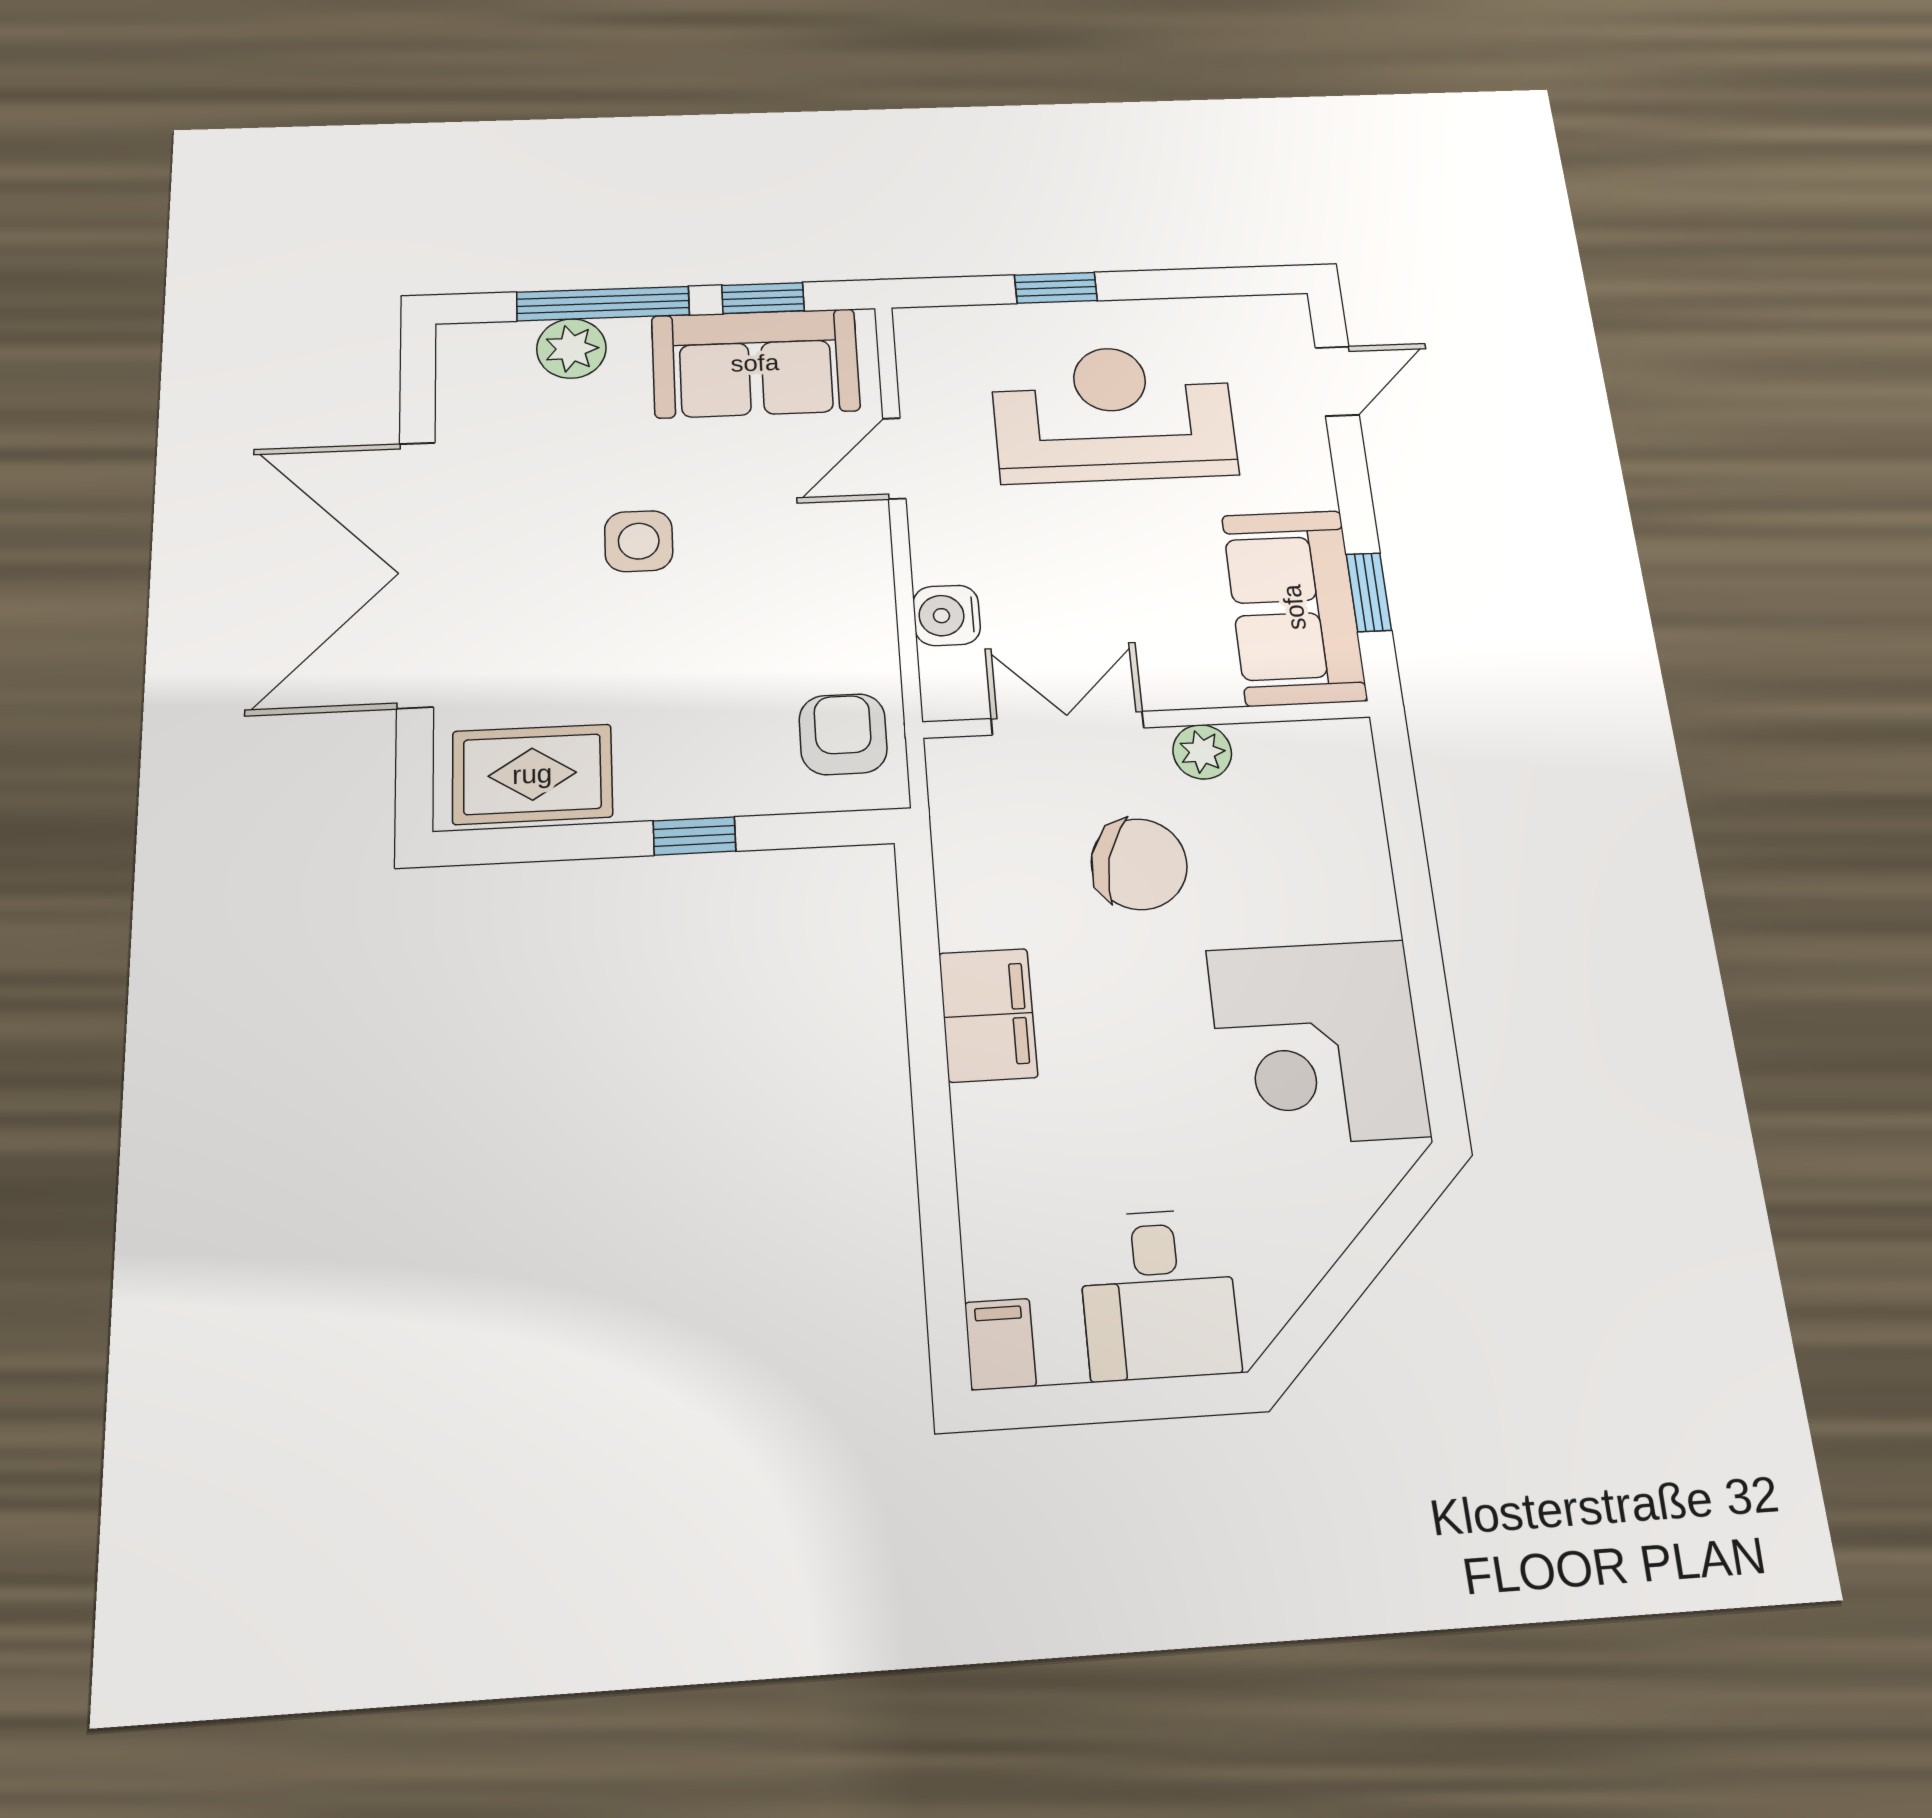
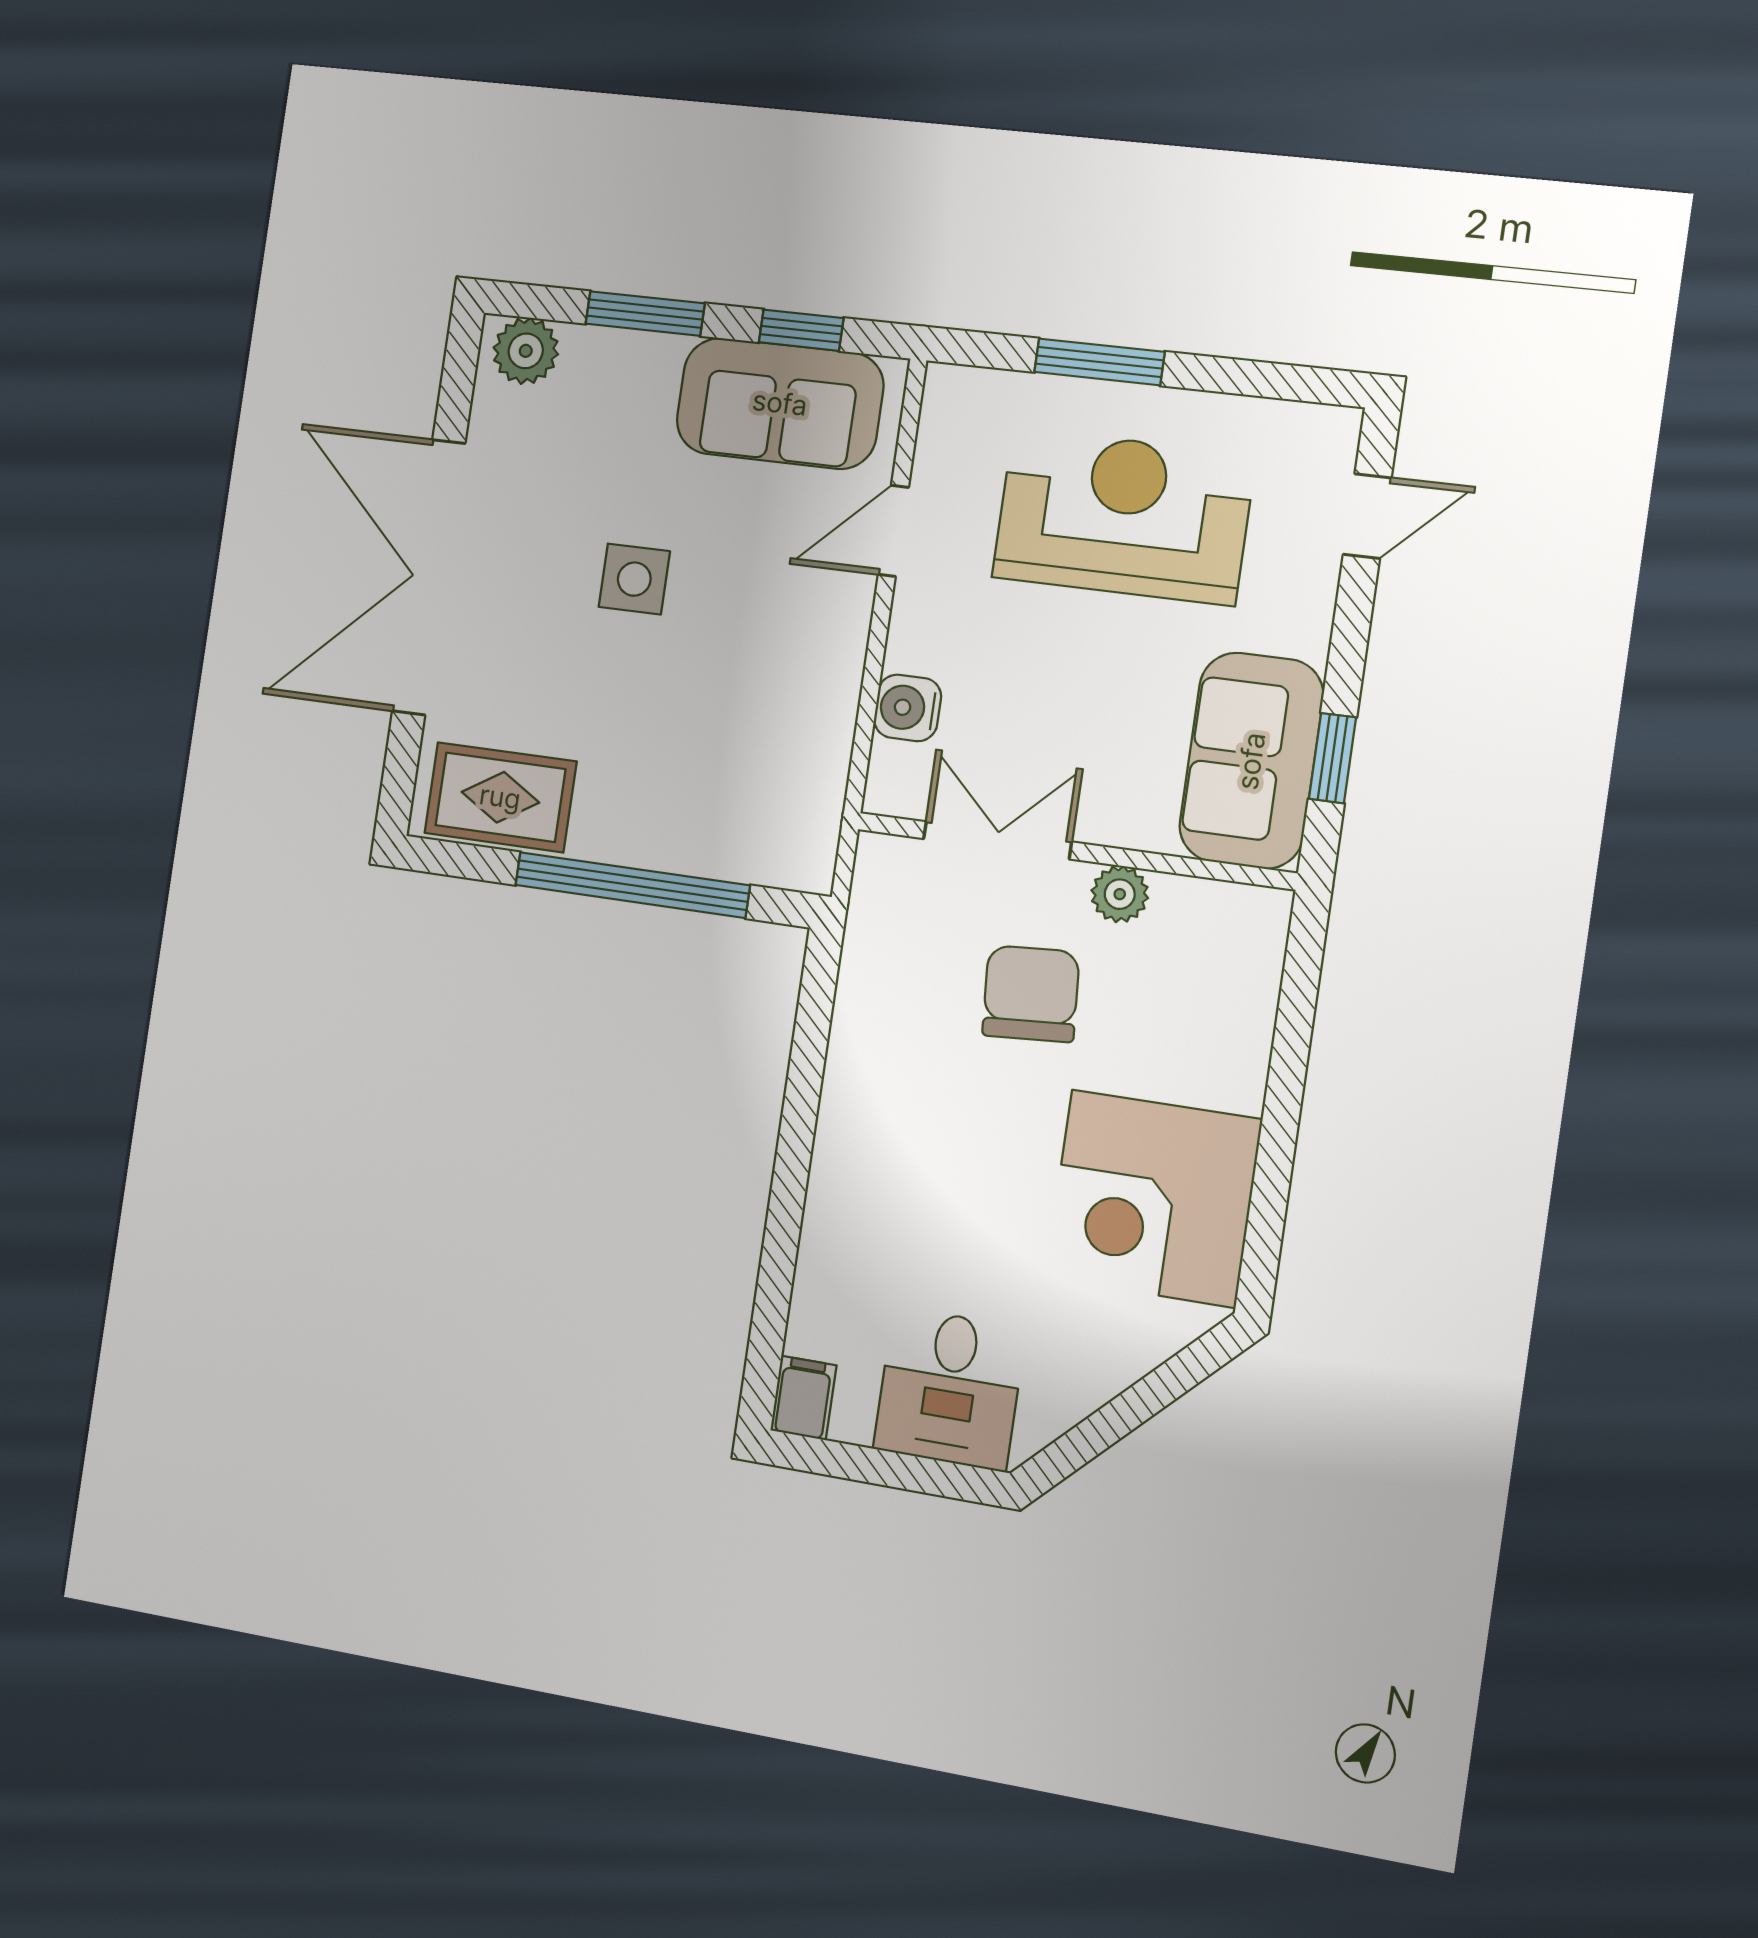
window: (1056, 288) -> (1099, 362), width x1.50
window: (603, 304) -> (645, 314), width x0.69
plant: (571, 349) -> (526, 351), moved
armchair: (843, 734) -> (785, 811), removed
window: (694, 836) -> (632, 885), width x3.17
chair: (1139, 864) -> (1031, 994), turned -109
filing cabinet: (988, 1015) -> (858, 1107), removed

